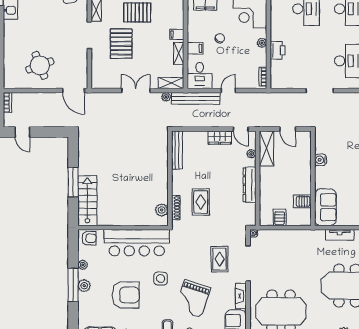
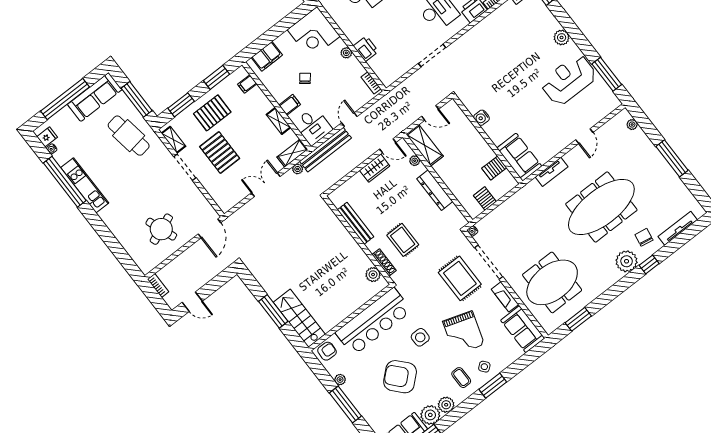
filing cabinet: (177, 34) -> (247, 84), moved
door: (74, 91) -> (209, 228), hinge flipped
bench: (177, 150) -> (356, 223), moved
rug: (220, 259) -> (460, 278), width x1.36, depth x1.43
plant: (84, 286) -> (356, 397), removed
armchair: (126, 295) -> (400, 377), turned -132

